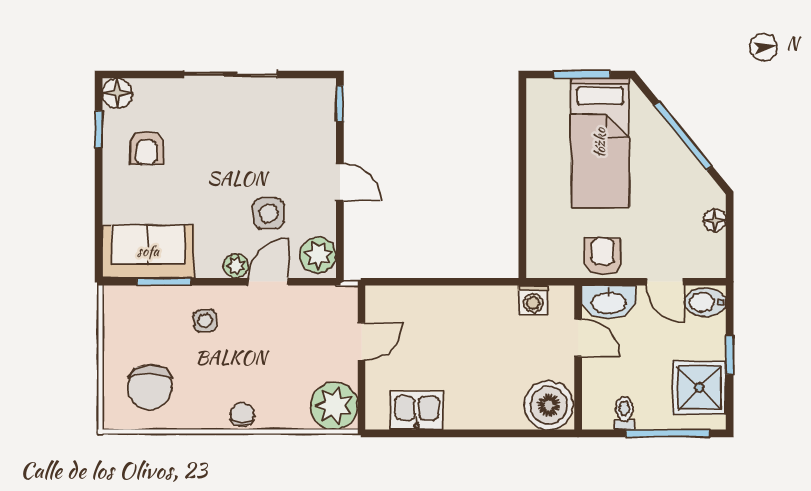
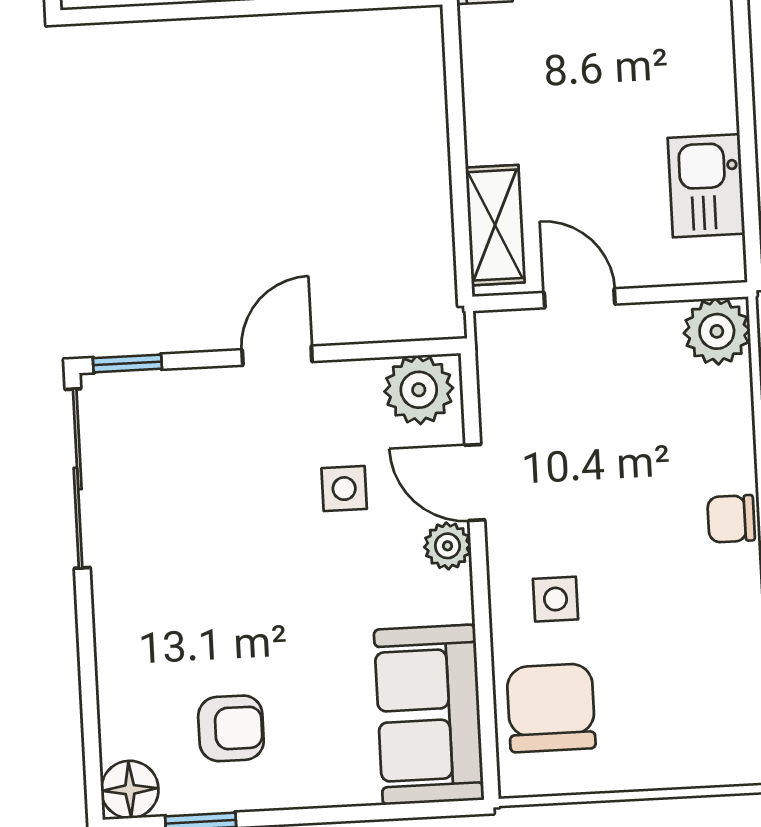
sliding door: (231, 74) -> (78, 479), moved
side table: (269, 213) -> (344, 489), width x0.73, depth x0.73
window: (164, 282) -> (485, 682), removed
shelving: (402, 299) -> (495, 225), added
chair: (150, 387) -> (551, 708), moved, turned -92
plant: (334, 406) -> (717, 331), width x0.73, depth x0.73

